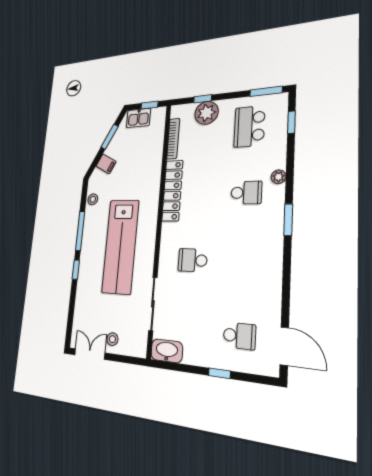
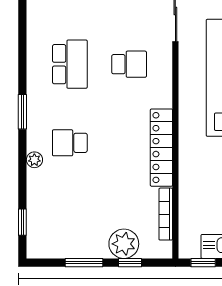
window: (266, 91) -> (84, 263), moved
school desk: (249, 126) -> (70, 64), moved

